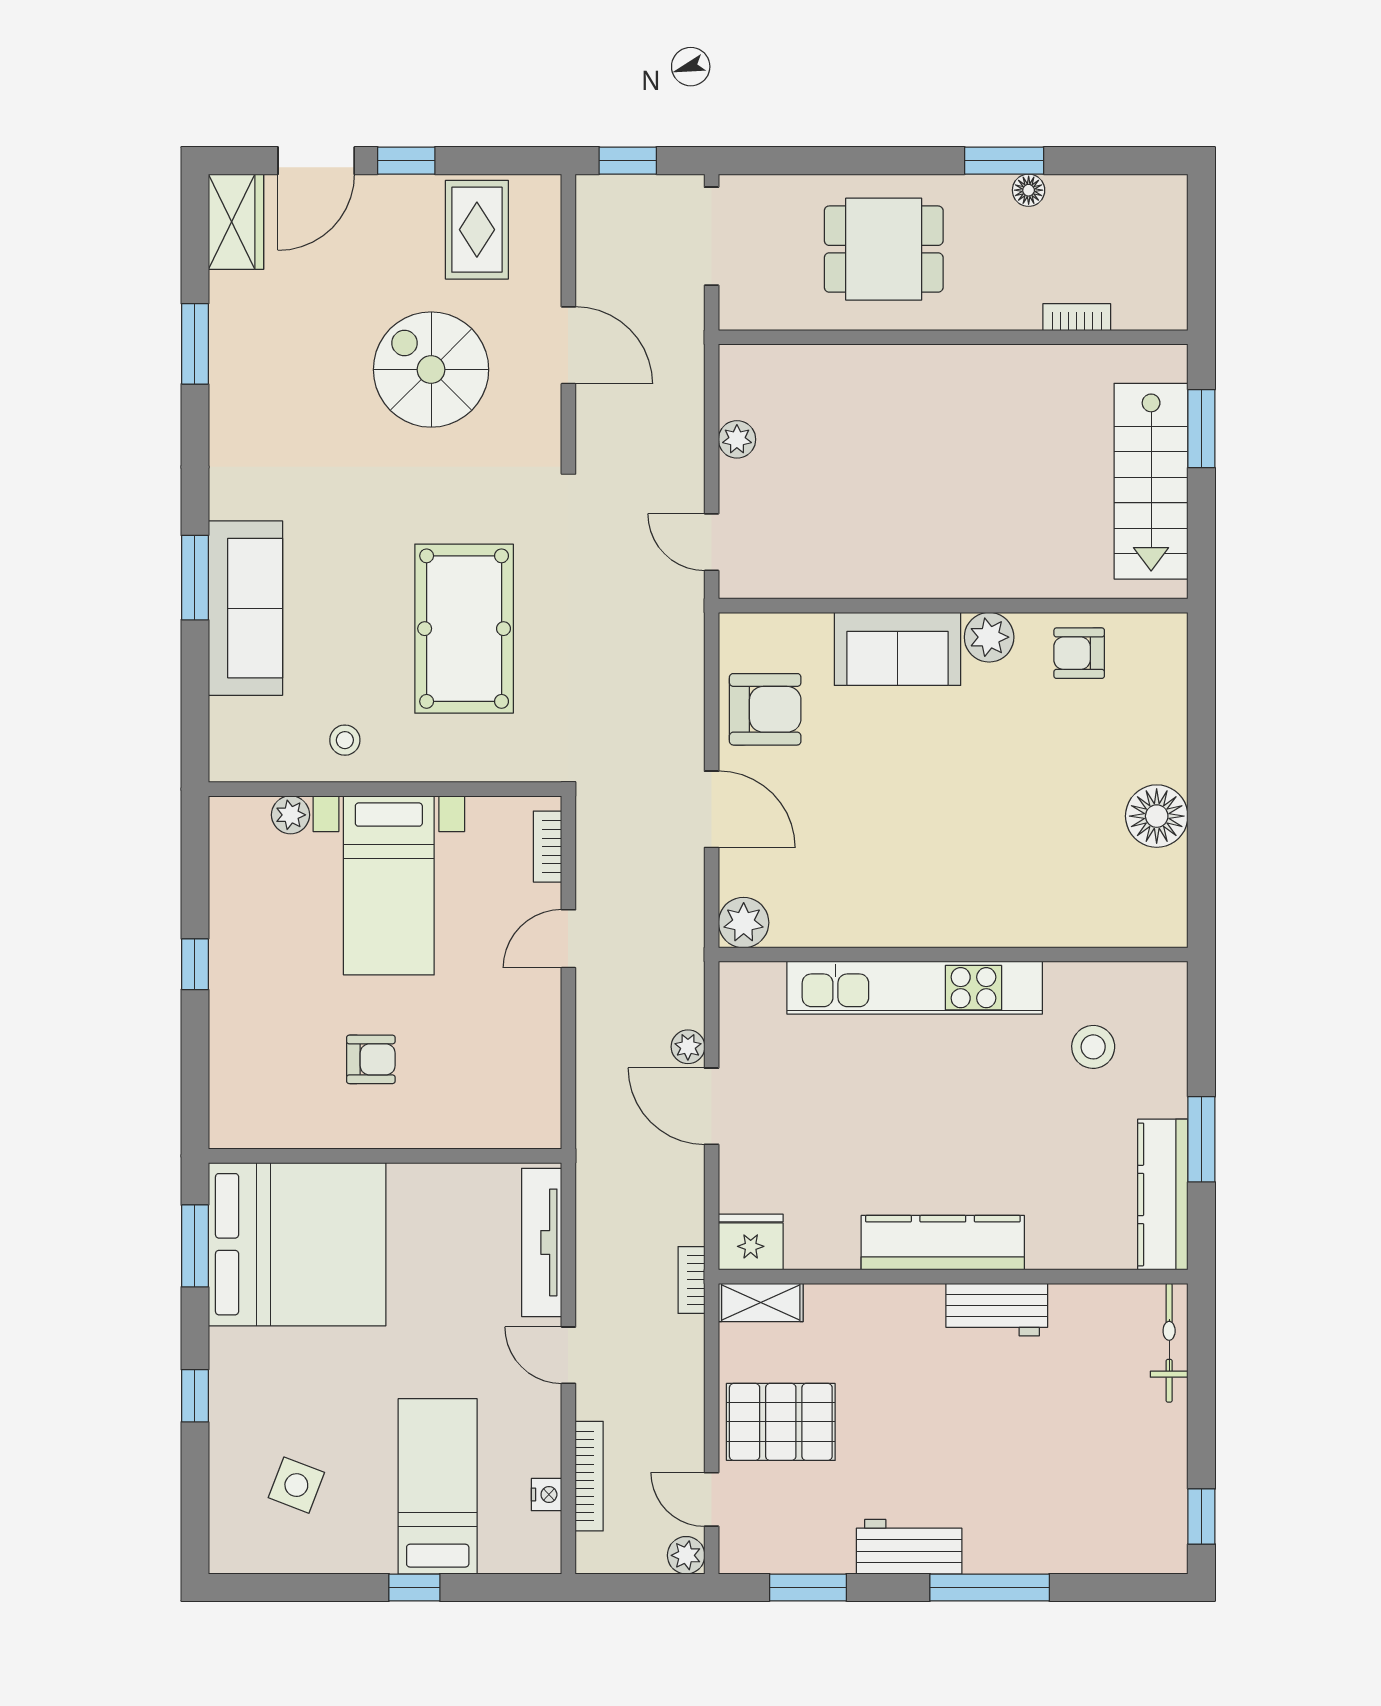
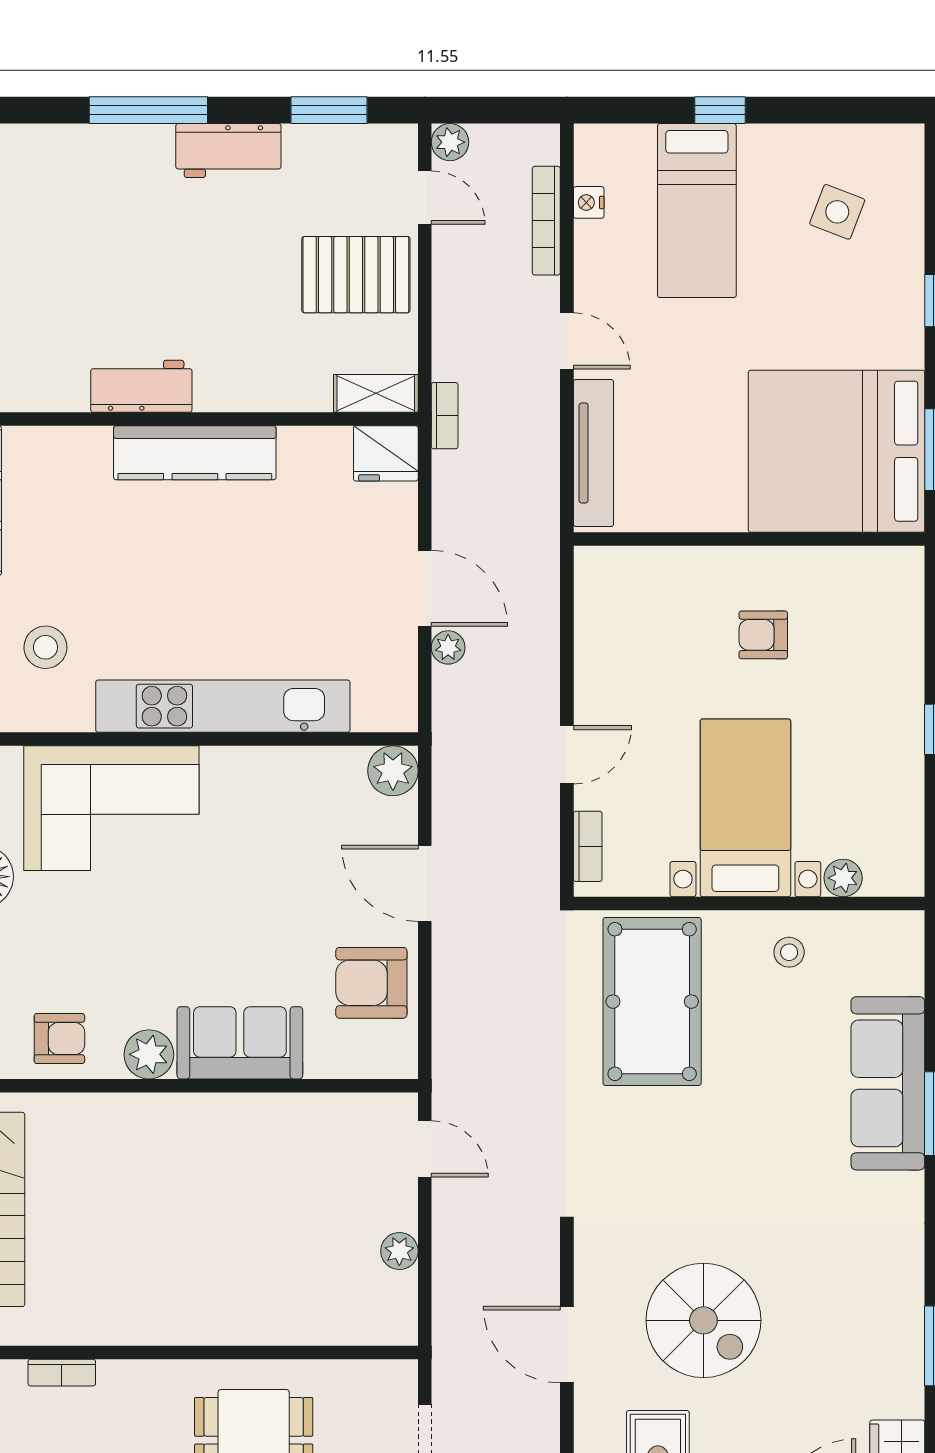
pool table: (464, 629) -> (652, 1002), moved
corner sofa: (1027, 885) -> (111, 808), added

